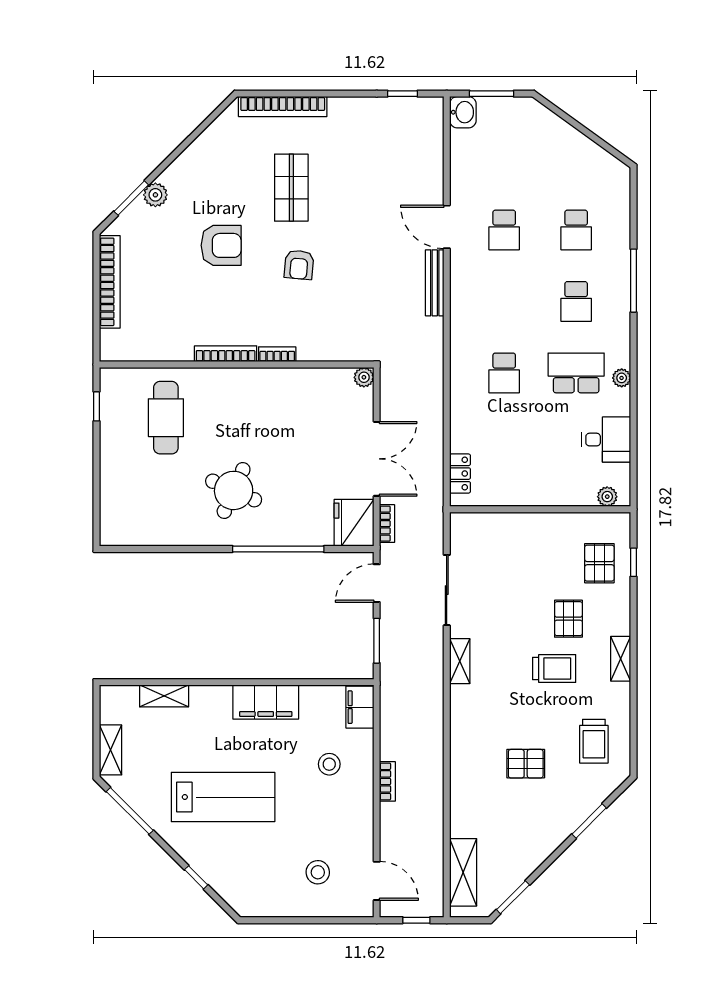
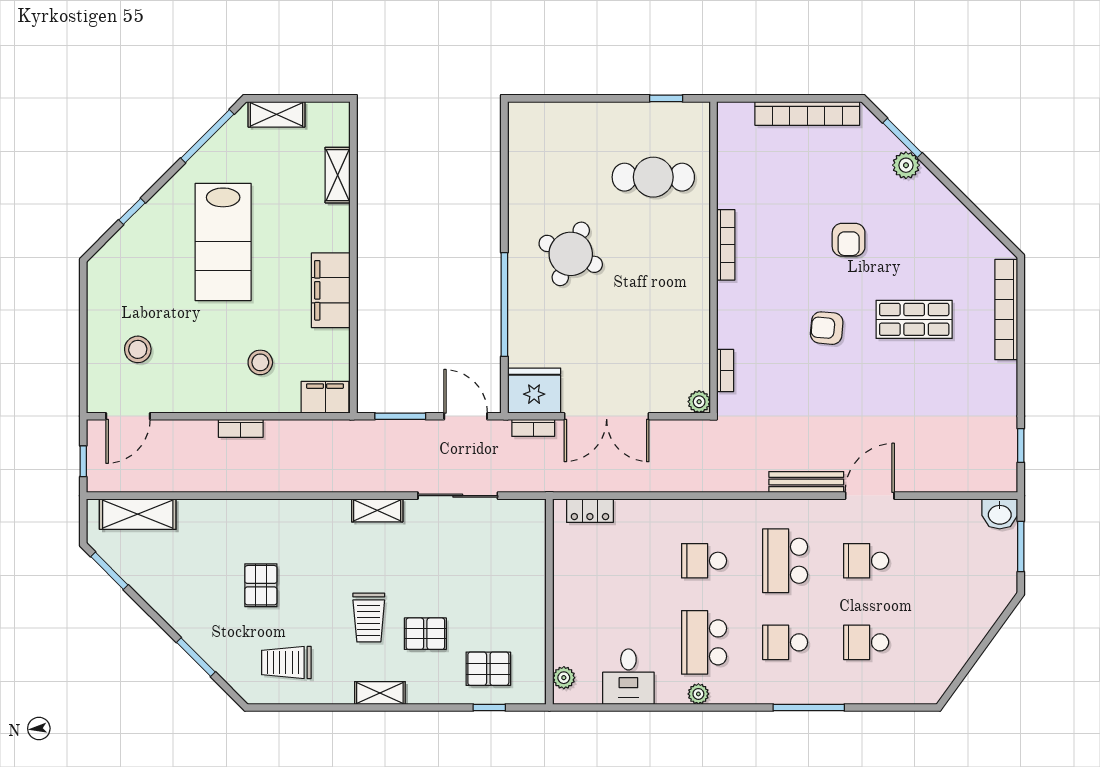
armchair: (221, 245) -> (849, 240), width x0.72, depth x0.72
school desk: (504, 301) -> (785, 561), added
bookcase: (277, 354) -> (725, 371), moved
school desk: (576, 373) -> (704, 642), turned 180

